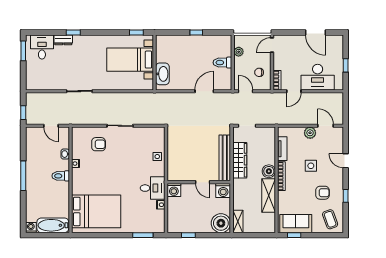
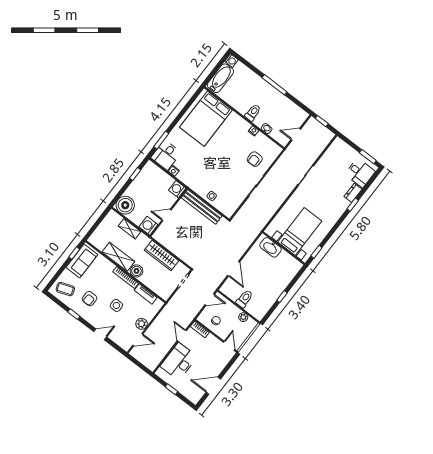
bench: (225, 158) -> (202, 207), moved
desk: (153, 188) -> (166, 155), moved
shelving: (238, 221) -> (130, 229), moved

